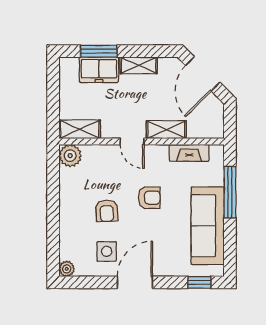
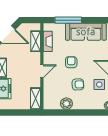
shelving: (166, 130) -> (36, 41), moved
plant: (70, 156) -> (66, 104), moved

